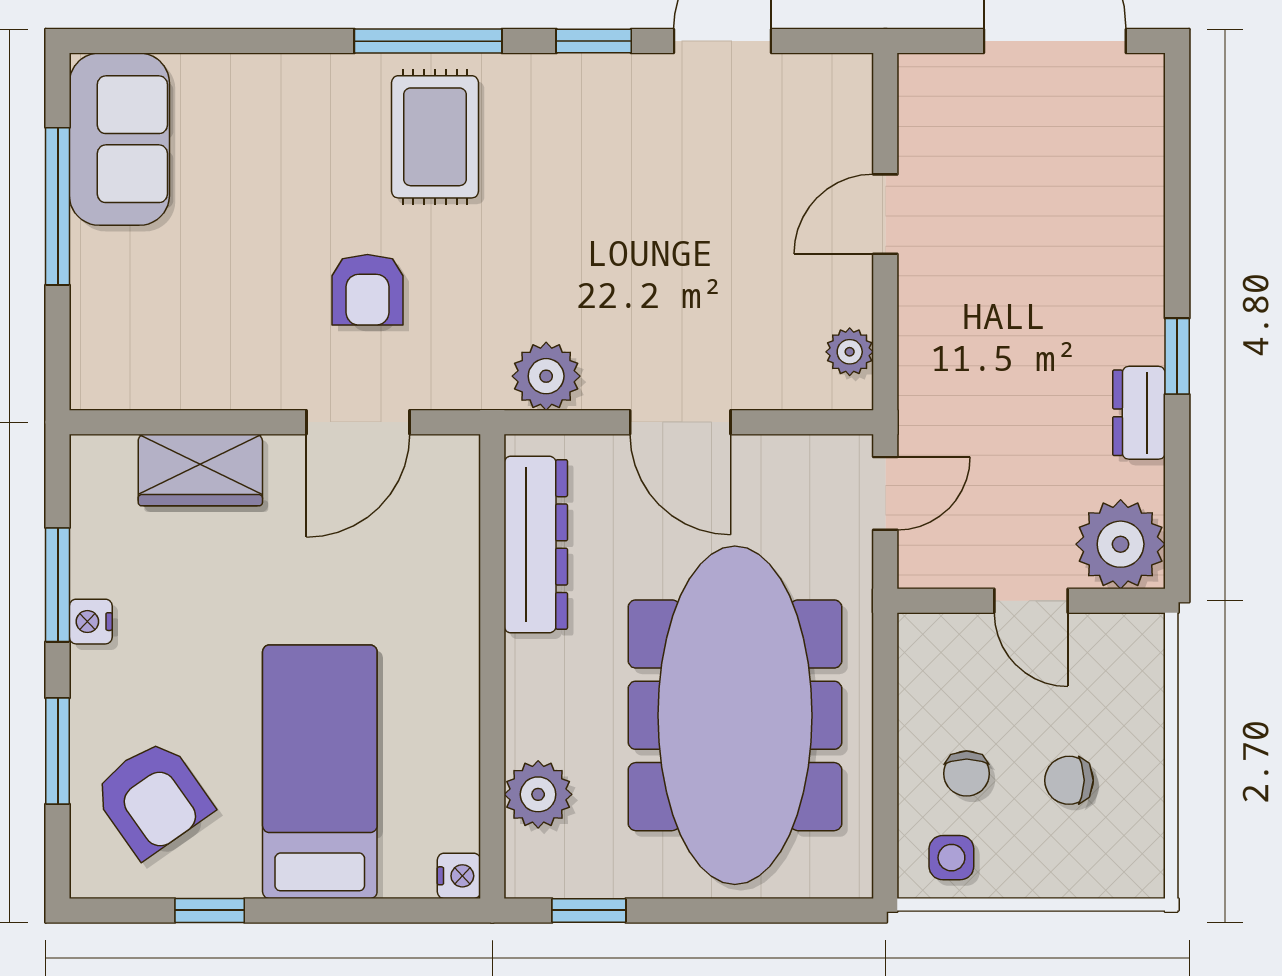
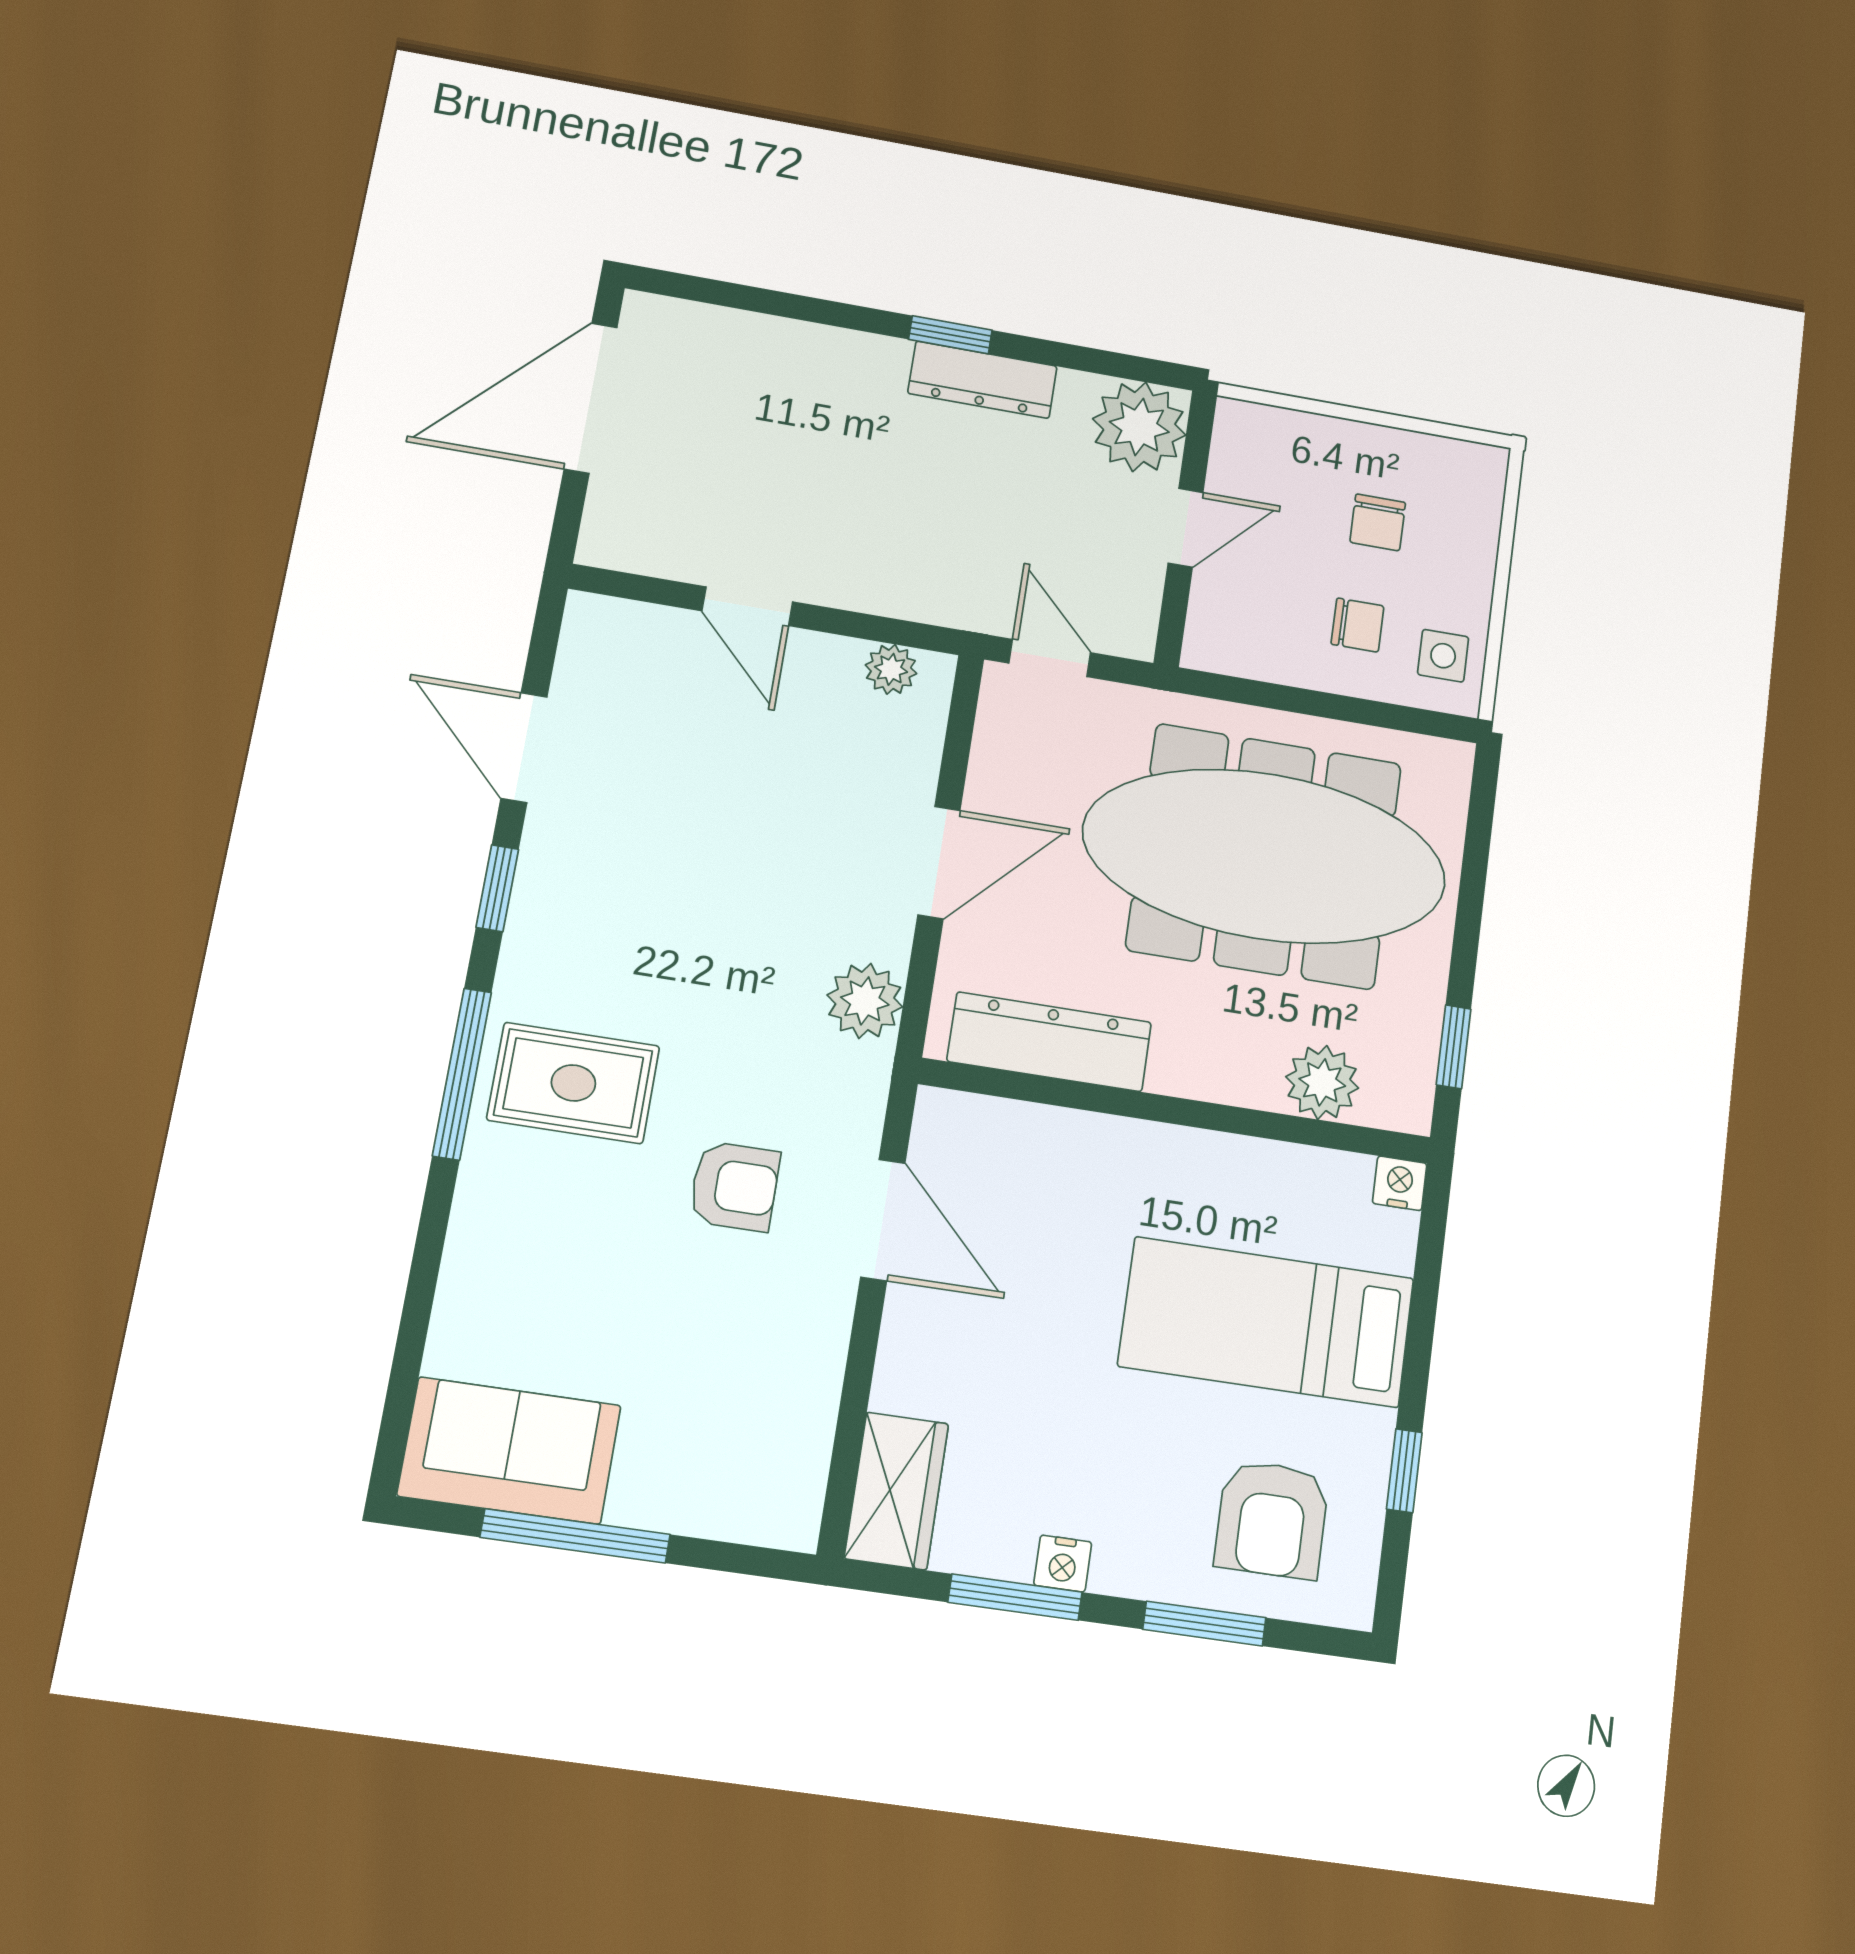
dresser: (1139, 413) -> (982, 380), width x1.44
wardrobe: (200, 470) -> (897, 1491), moved
armchair: (152, 798) -> (1272, 1519), turned 125

